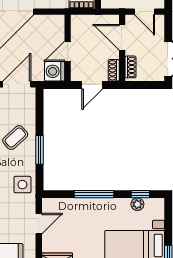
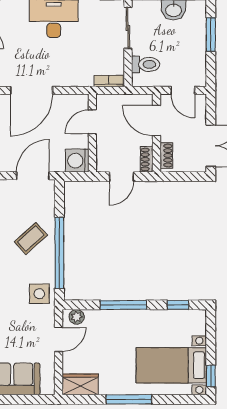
door: (68, 51) -> (92, 122), moved
window: (40, 150) -> (59, 253), width x2.11
plant: (137, 204) -> (77, 317), moved

